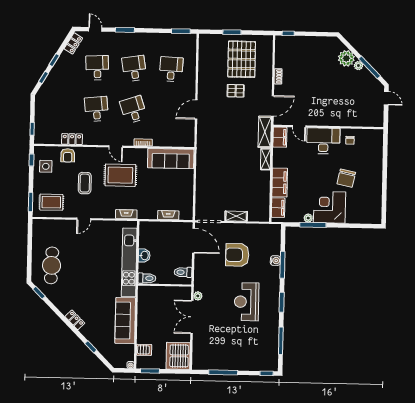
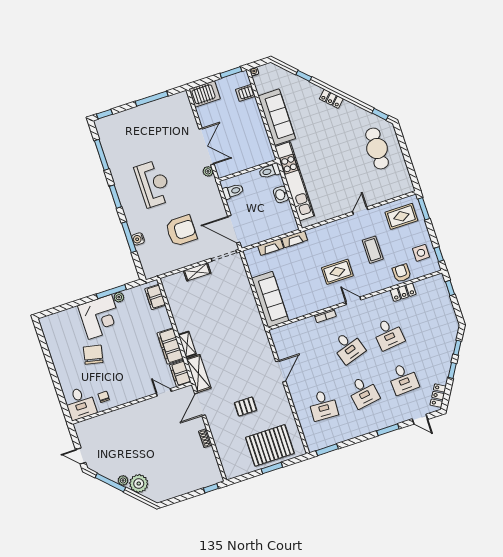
pallet: (242, 59) -> (270, 445), moved, turned 90
desk: (323, 141) -> (80, 403), moved, width x0.73
sofa: (171, 159) -> (270, 299), moved, turned 90
rug: (120, 175) -> (337, 272), width x0.73, depth x0.70
filing cabinet: (280, 183) -> (170, 346), moved
fireplace: (126, 214) -> (295, 239), moved
server rack: (178, 356) -> (205, 94), width x0.62

